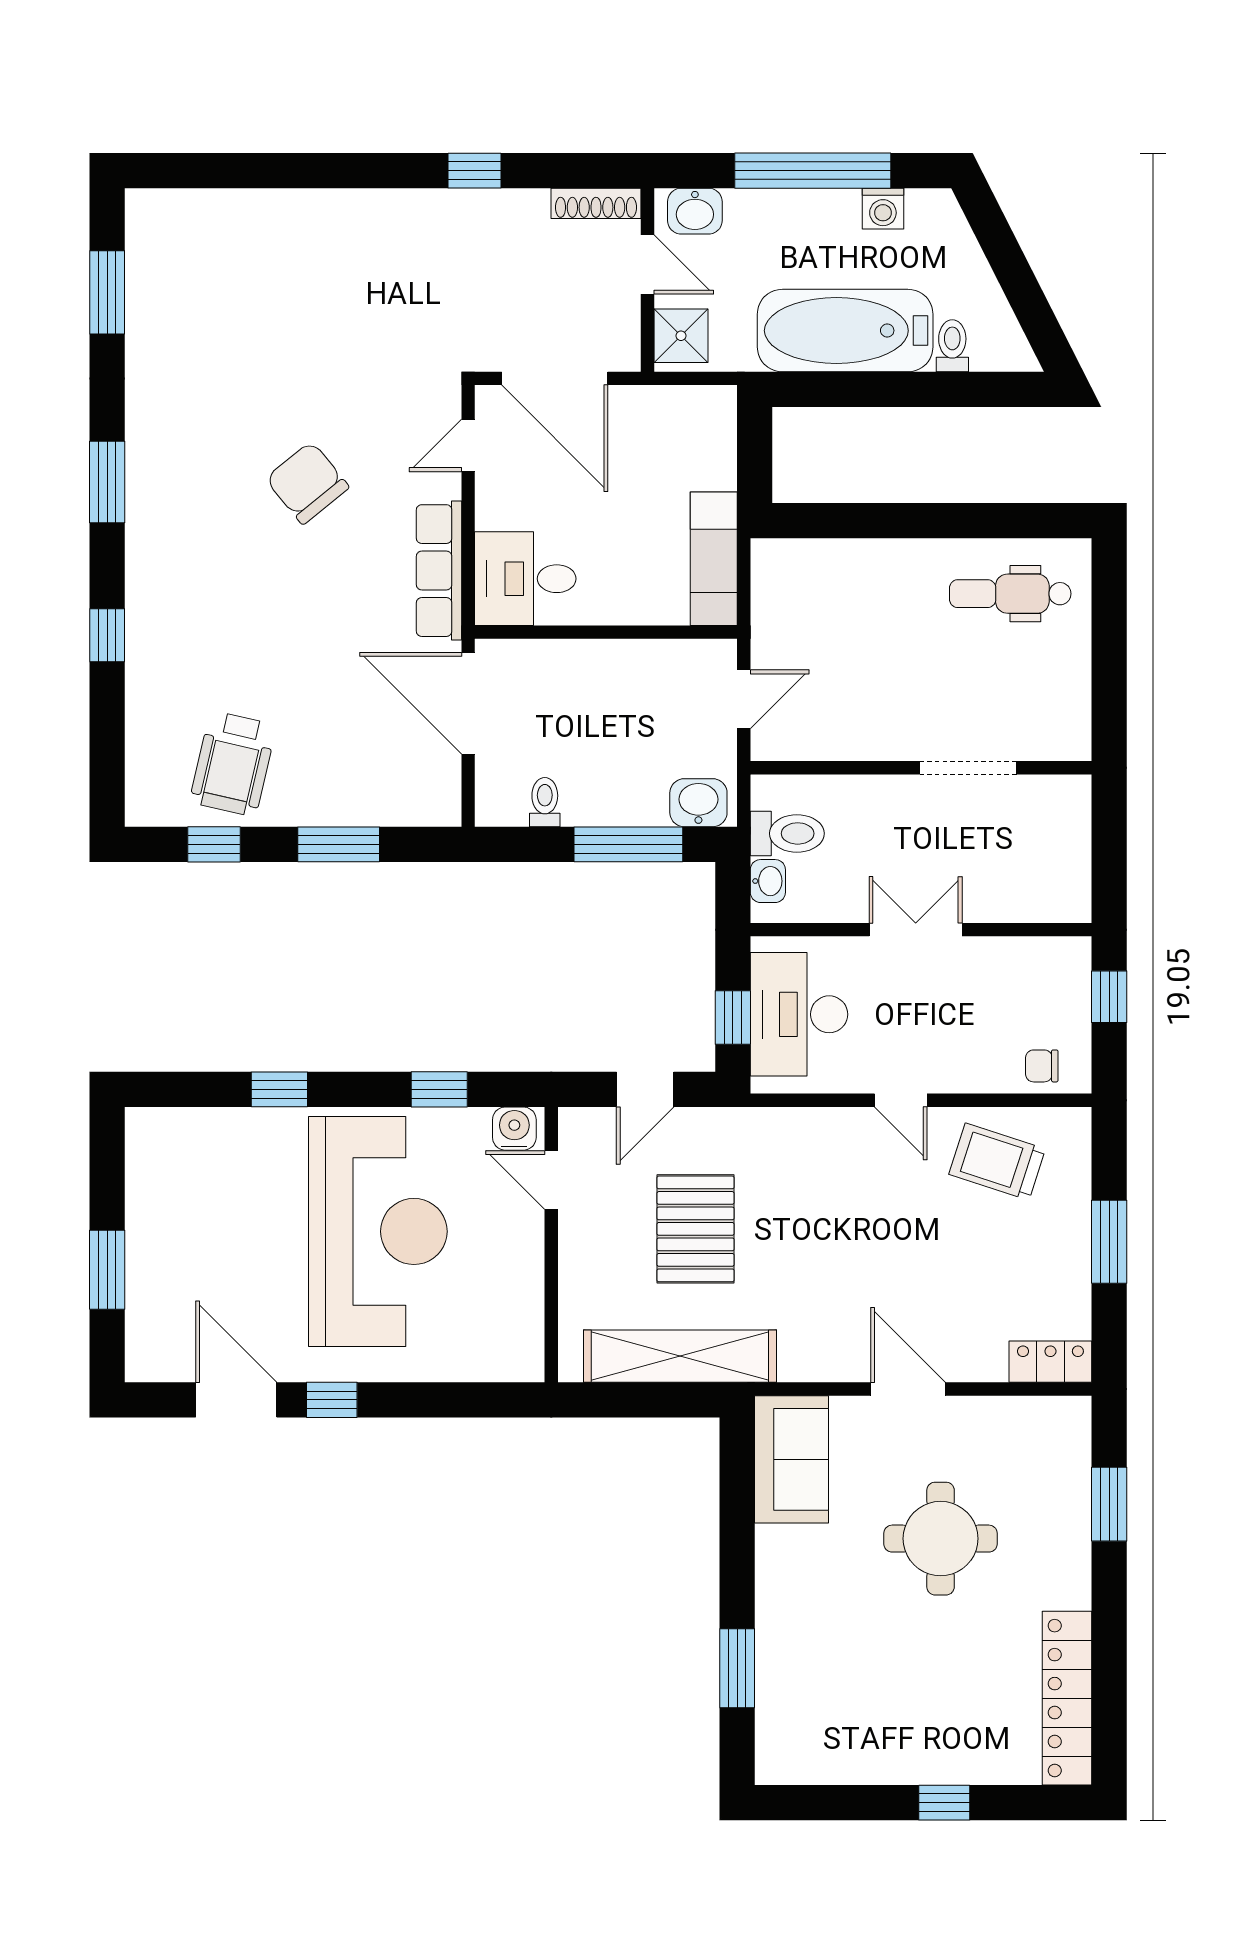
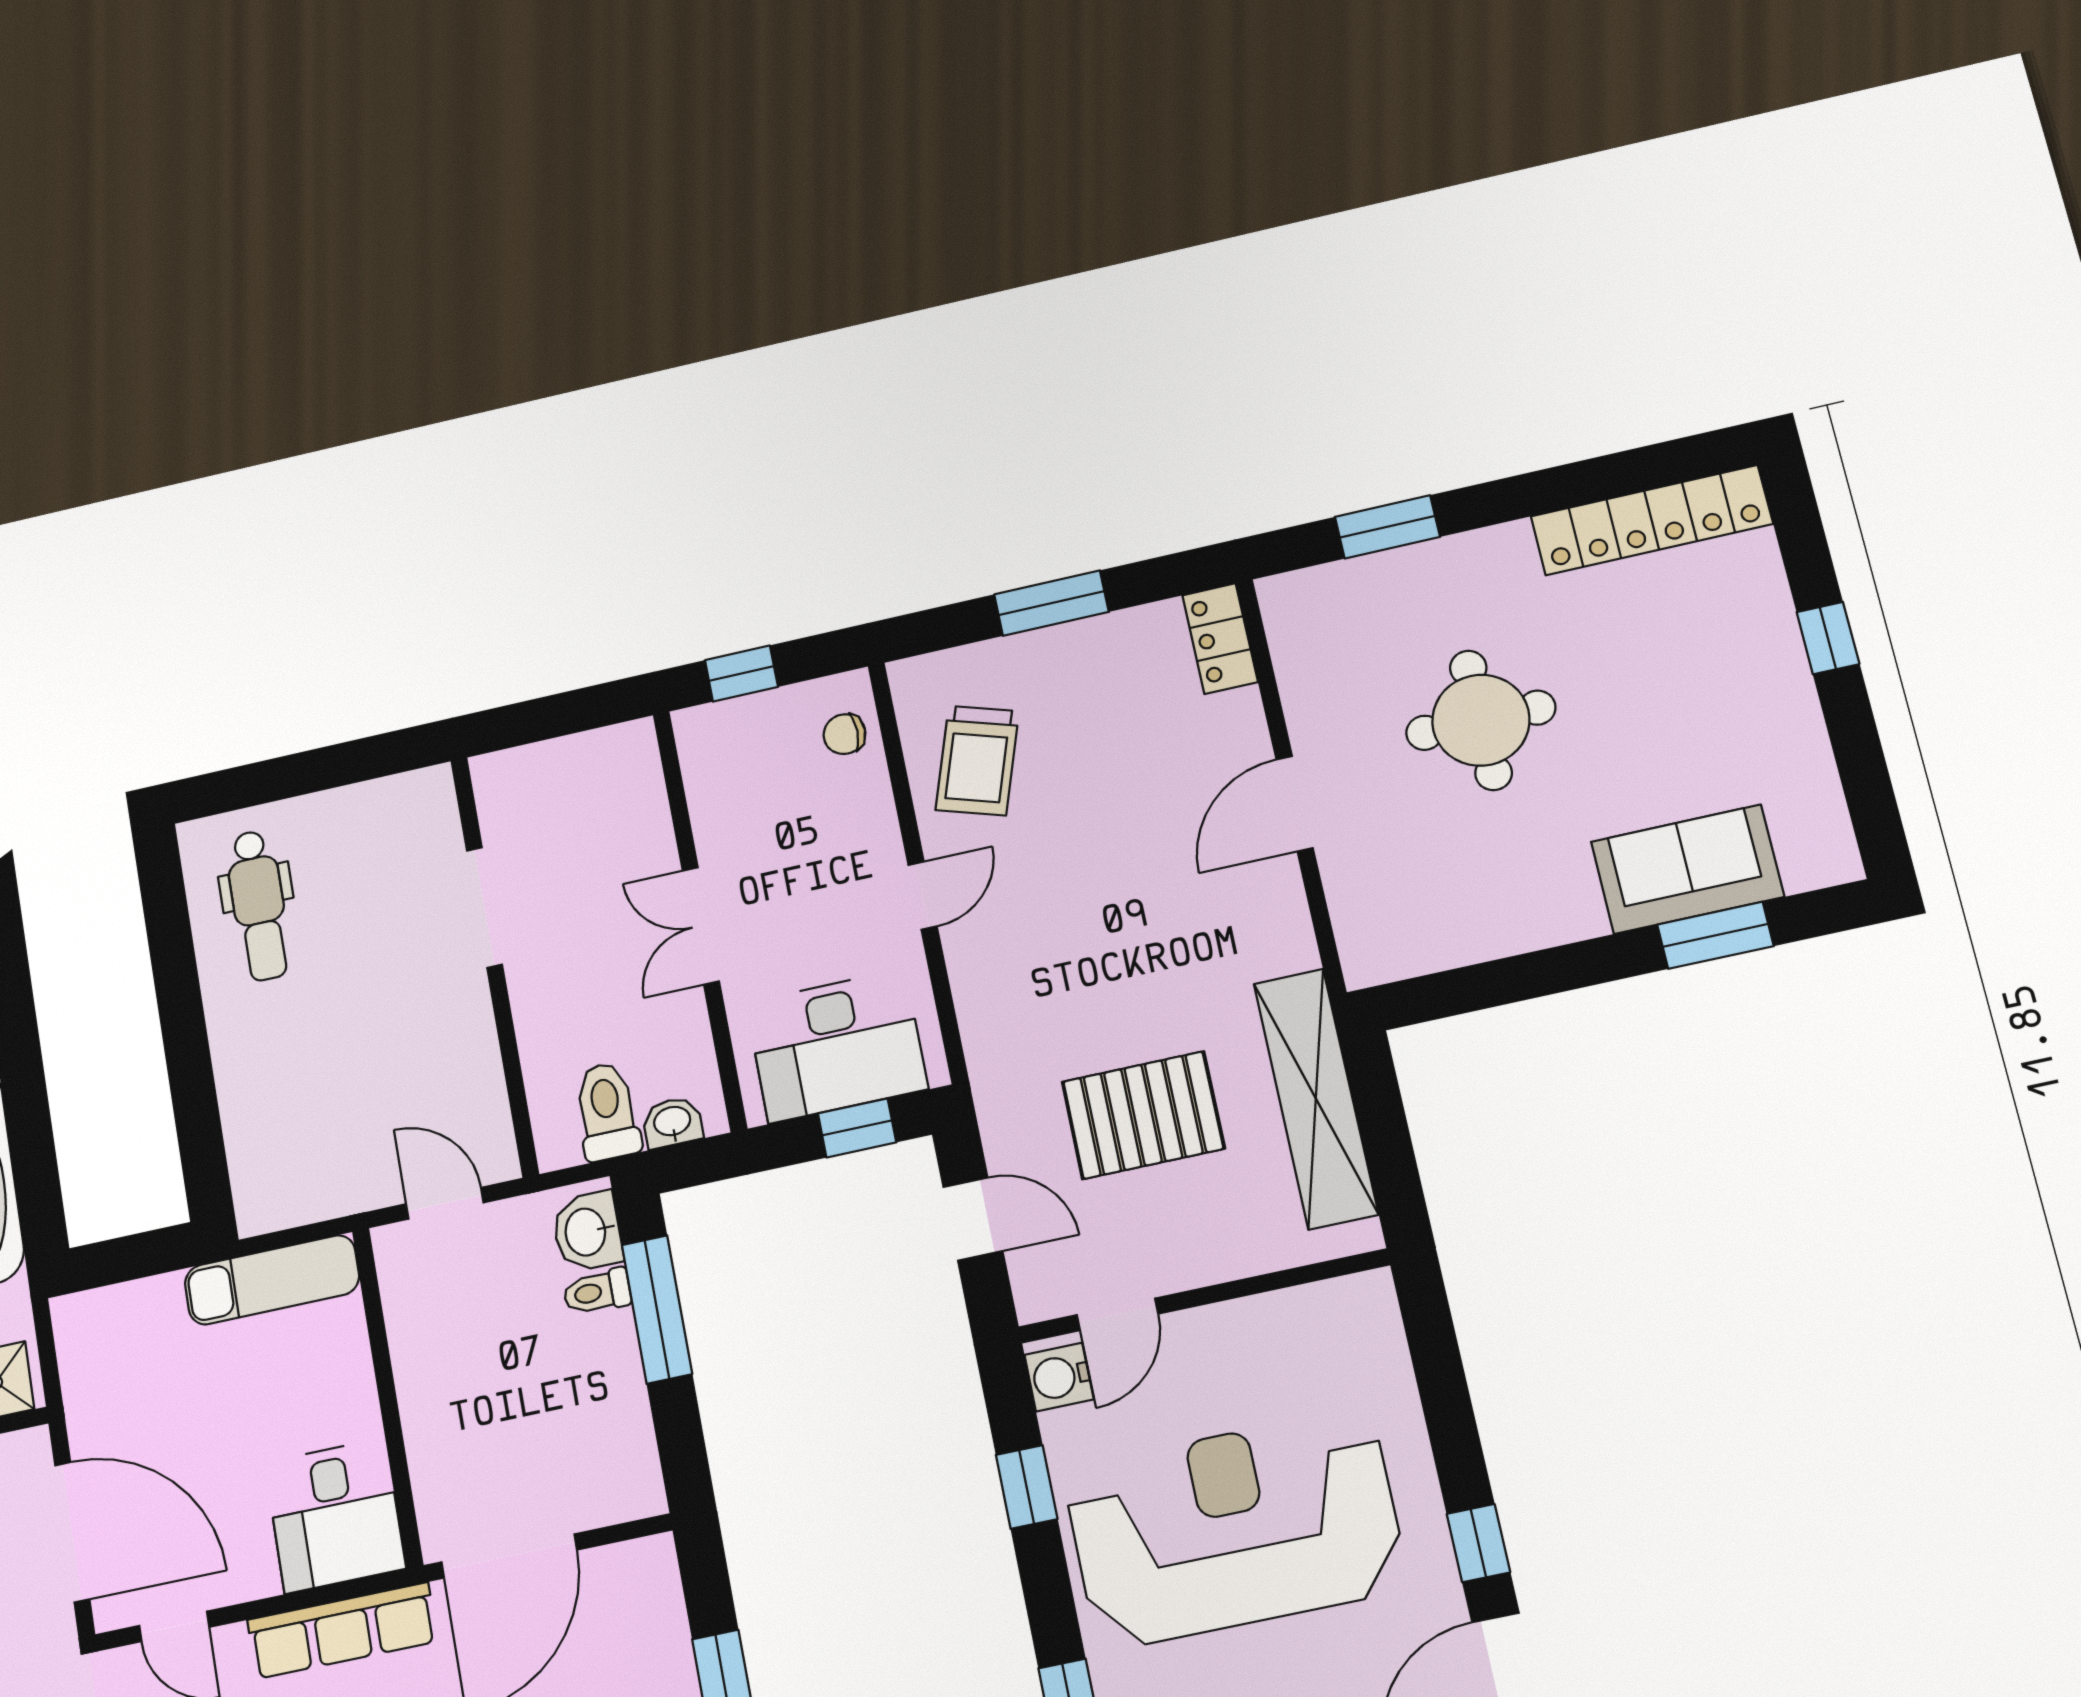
door: (555, 378) -> (72, 1532), hinge flipped
toilet: (545, 802) -> (597, 1292), moved
chair: (1042, 1066) -> (844, 734), turned 90
sofa: (792, 1459) -> (1687, 869), moved

